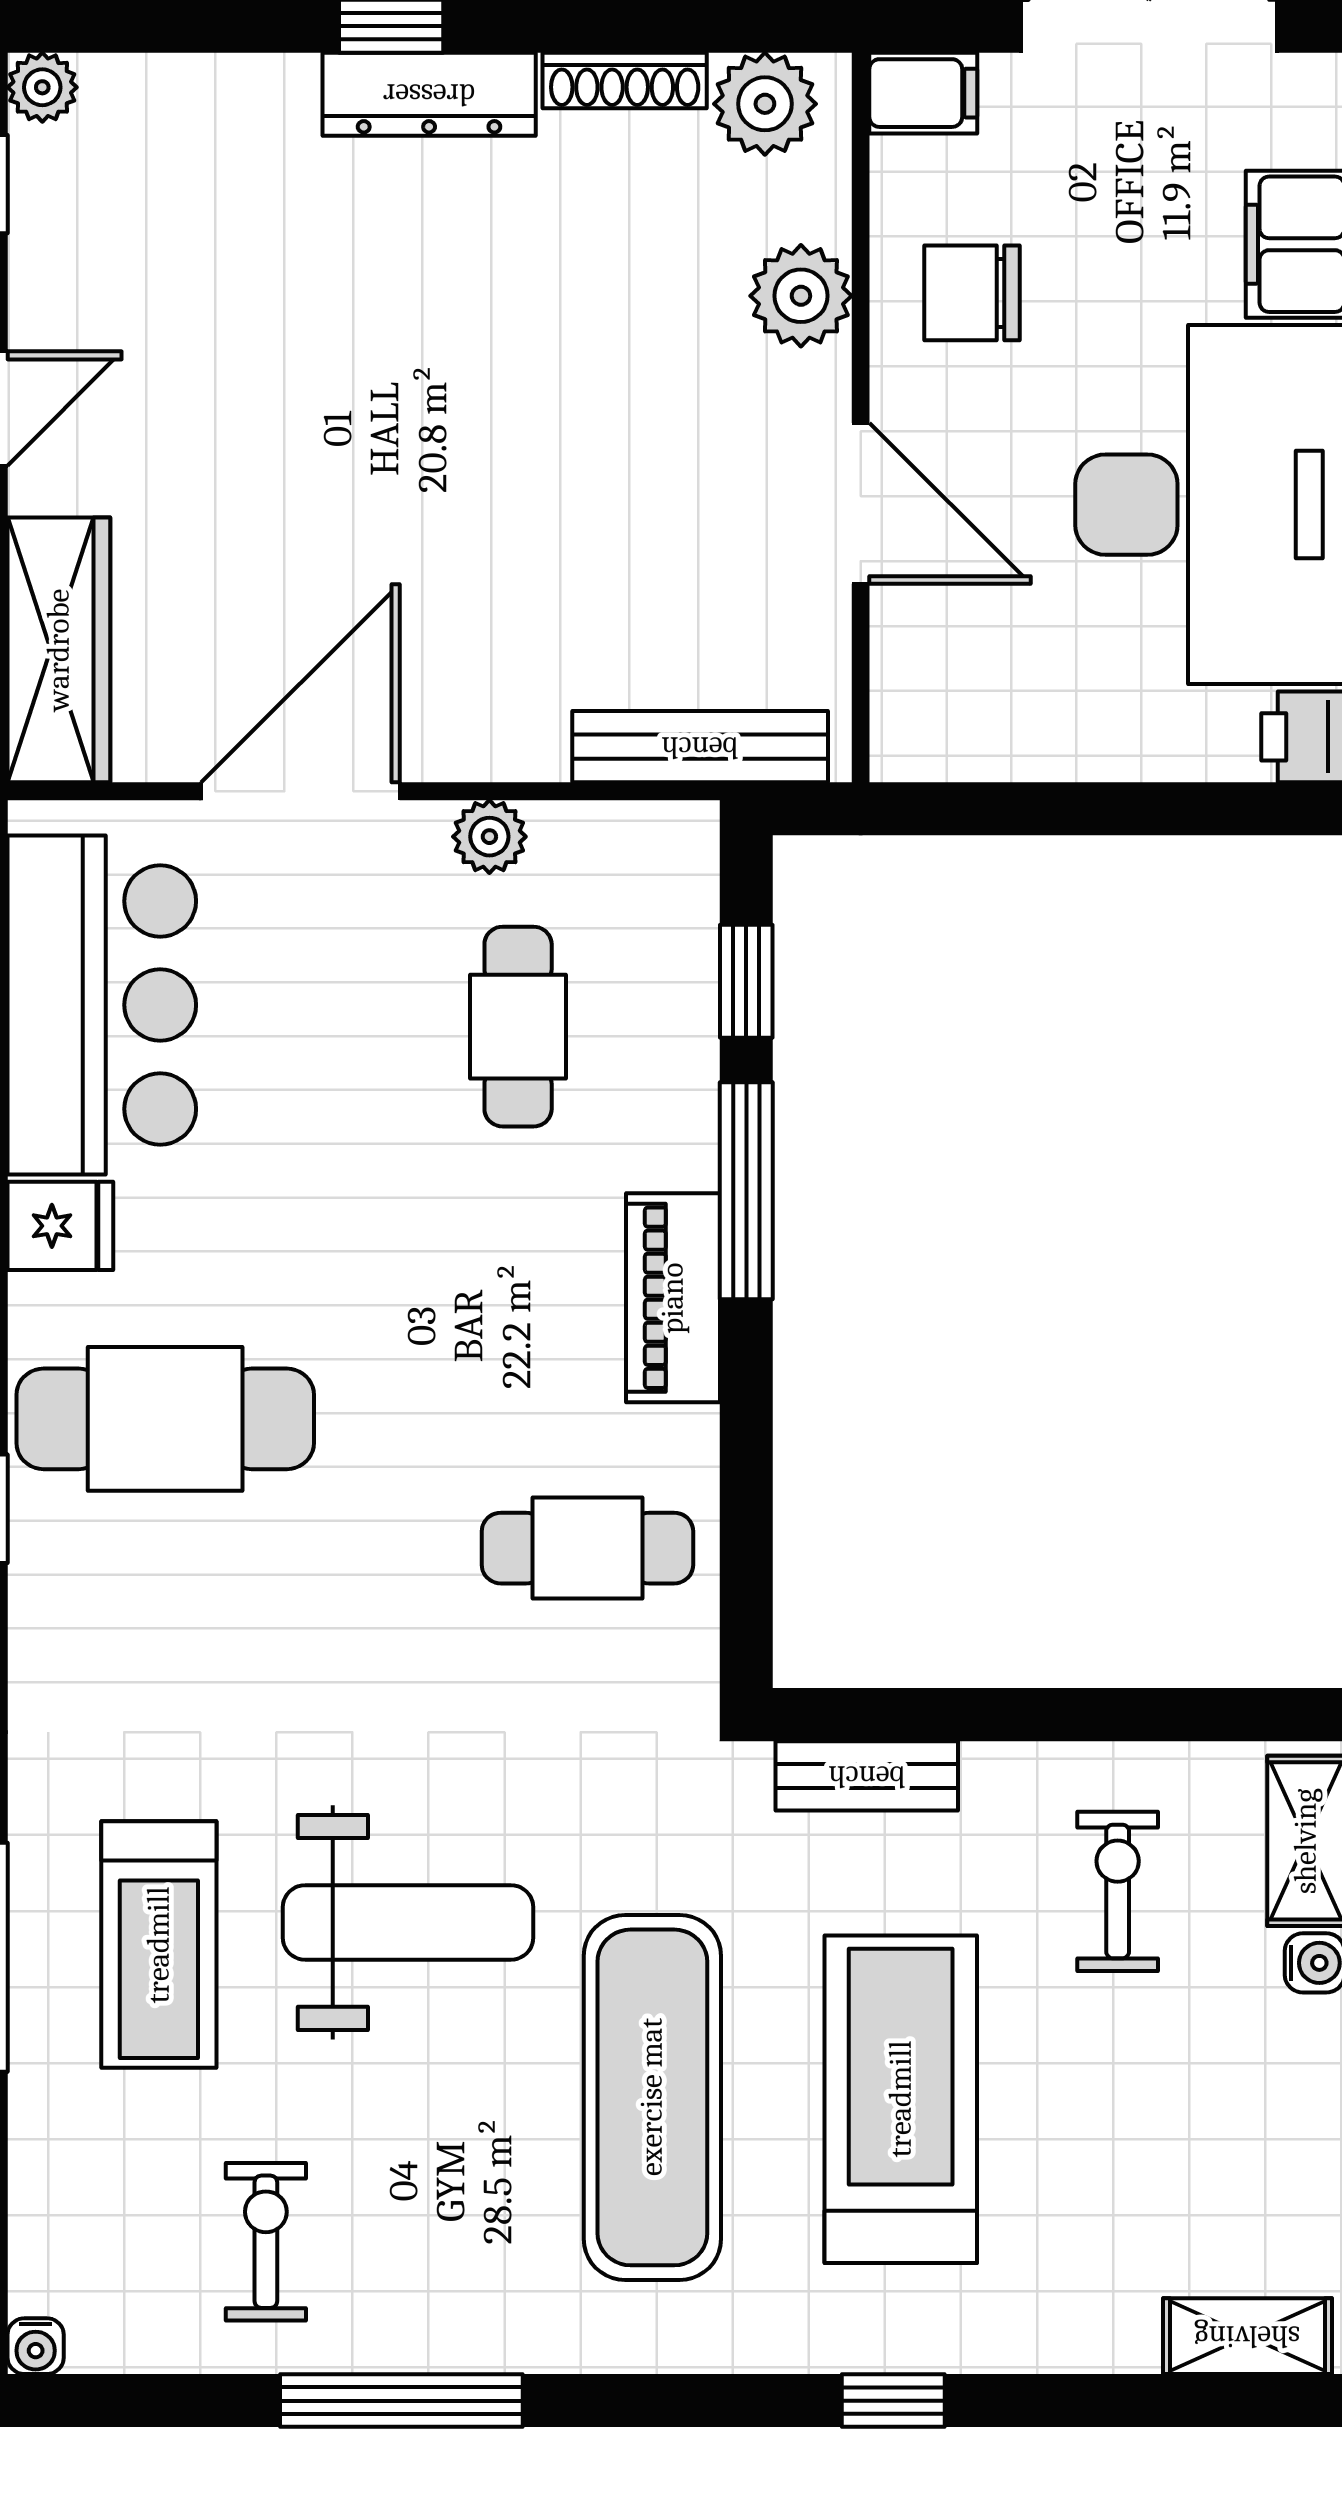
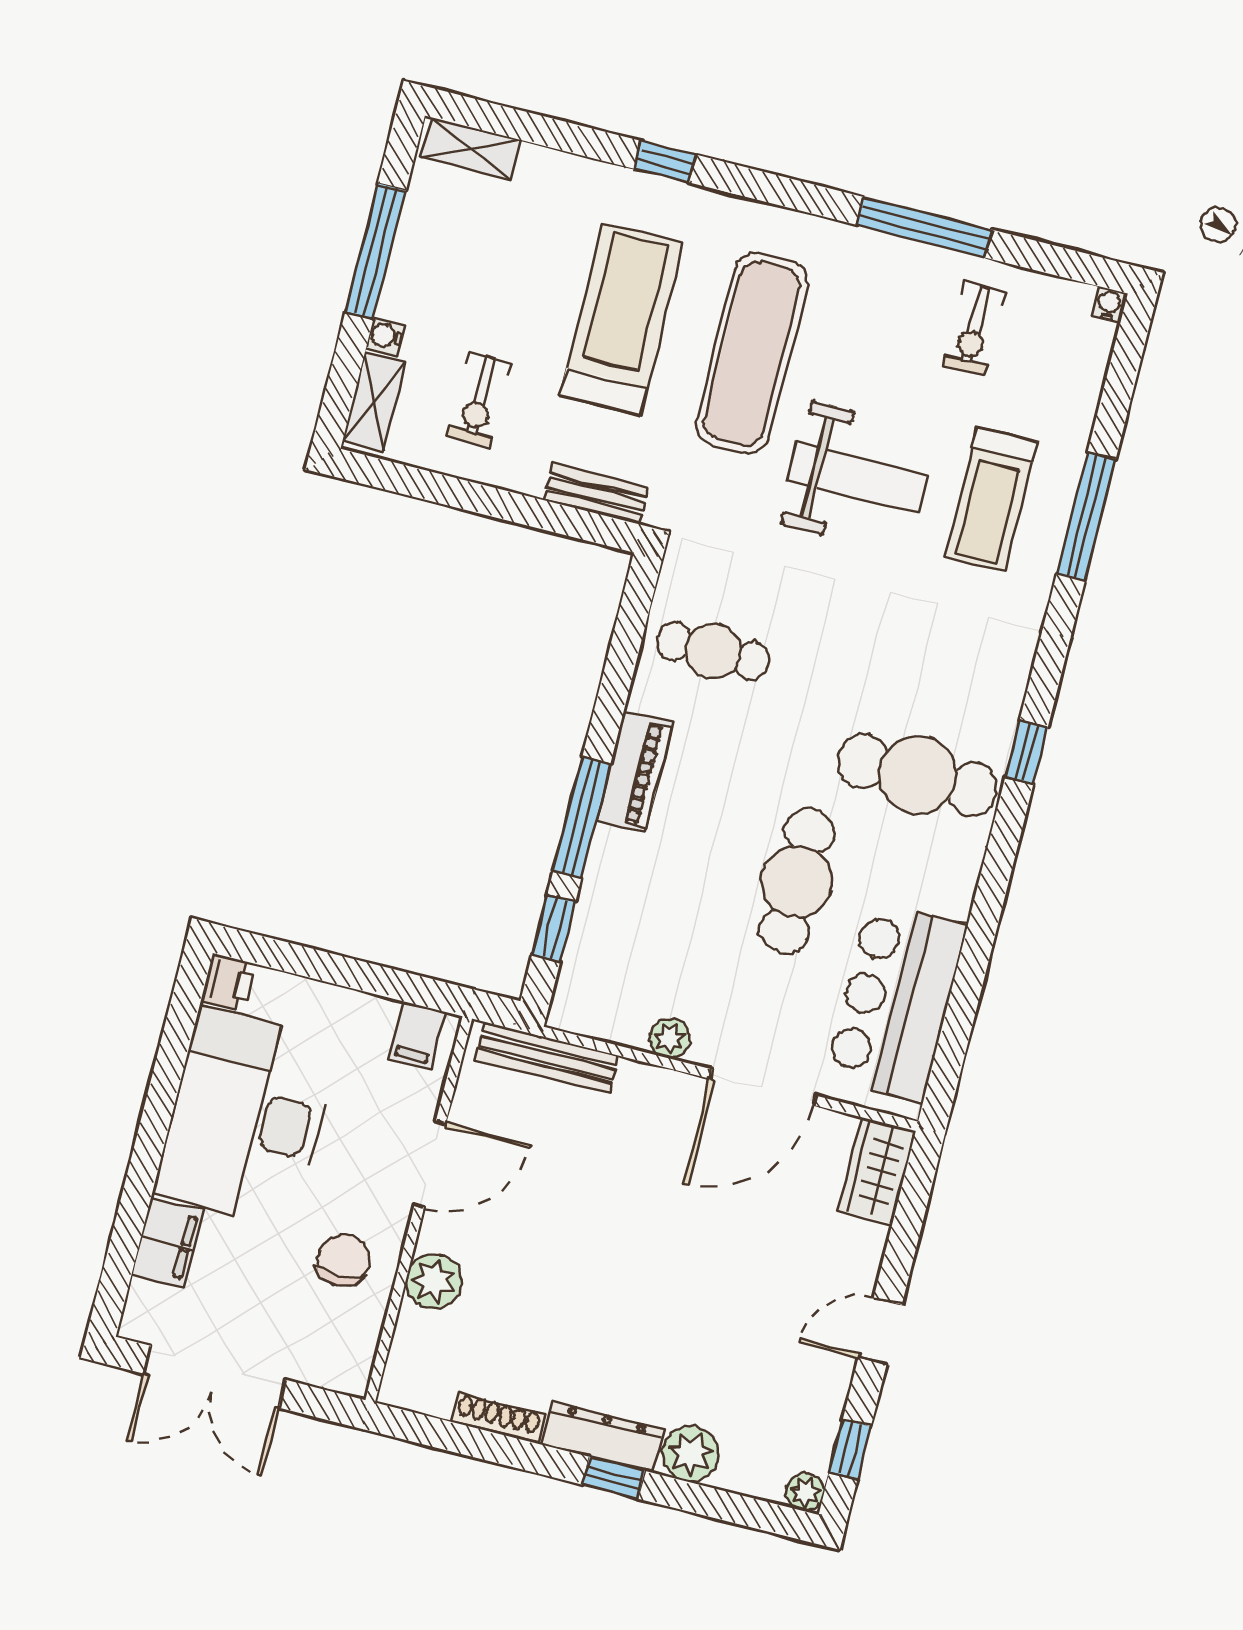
filing cabinet: (923, 93) -> (417, 1035), moved, turned -90
plant: (765, 104) -> (691, 1454), moved
chair: (972, 293) -> (343, 1260), turned -90
door: (861, 503) -> (430, 1164), swing flipped
wardrobe: (59, 650) -> (877, 1171), width x0.67
cafe table: (518, 1027) -> (797, 881), moved, width x1.37, depth x1.35
fridge: (60, 1226) -> (947, 891), removed
weight bench: (408, 1922) -> (857, 478), turned 180
treadmill: (159, 1945) -> (991, 499), turned 180
treadmill: (901, 2099) -> (621, 319), turned 180

